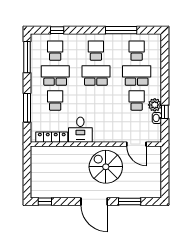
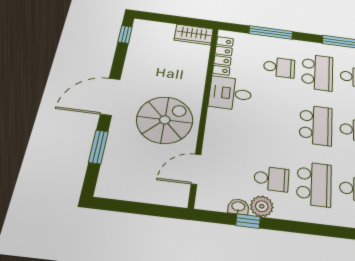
wardrobe: (37, 158) -> (194, 35), added

